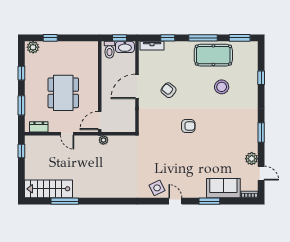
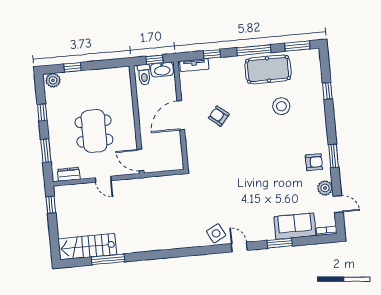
door: (100, 121) -> (140, 160), hinge flipped
armchair: (188, 126) -> (314, 162), moved
plant: (103, 140) -> (147, 183), removed

